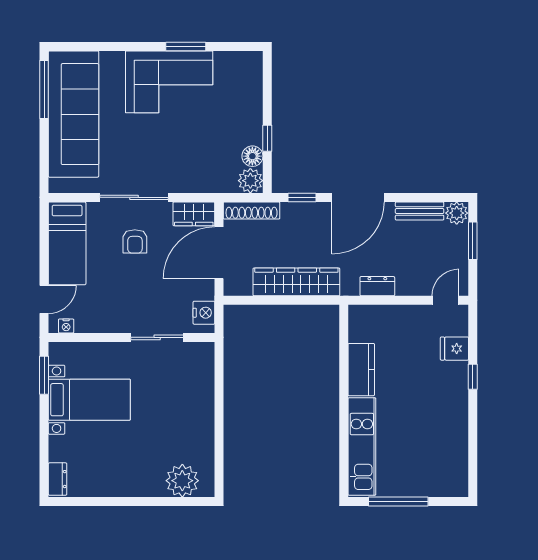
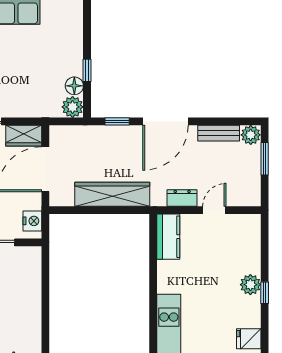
shoe rack: (252, 210) -> (74, 133), removed
door: (446, 300) -> (214, 210), moved
fridge: (454, 349) -> (249, 339), moved
kitchen counter: (361, 370) -> (168, 237), moved
window: (473, 377) -> (265, 293), moved
plant: (456, 386) -> (250, 285), added

